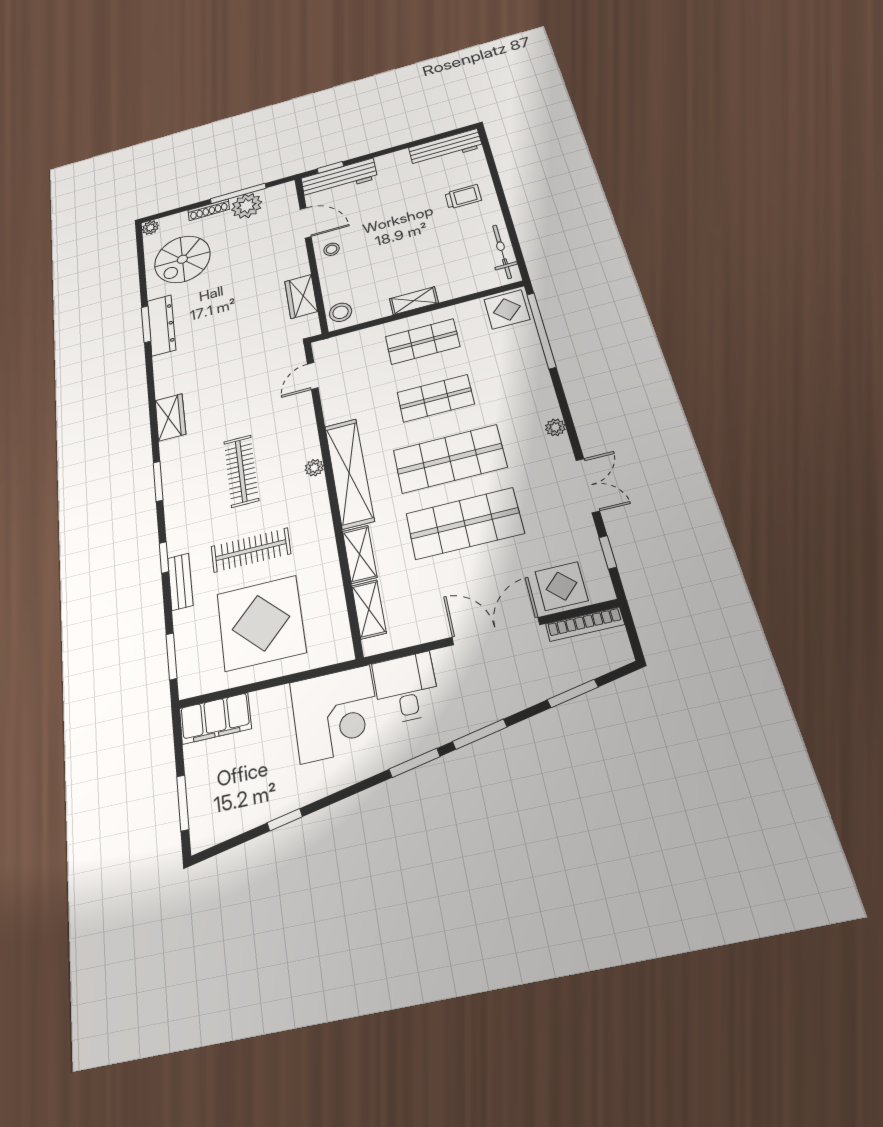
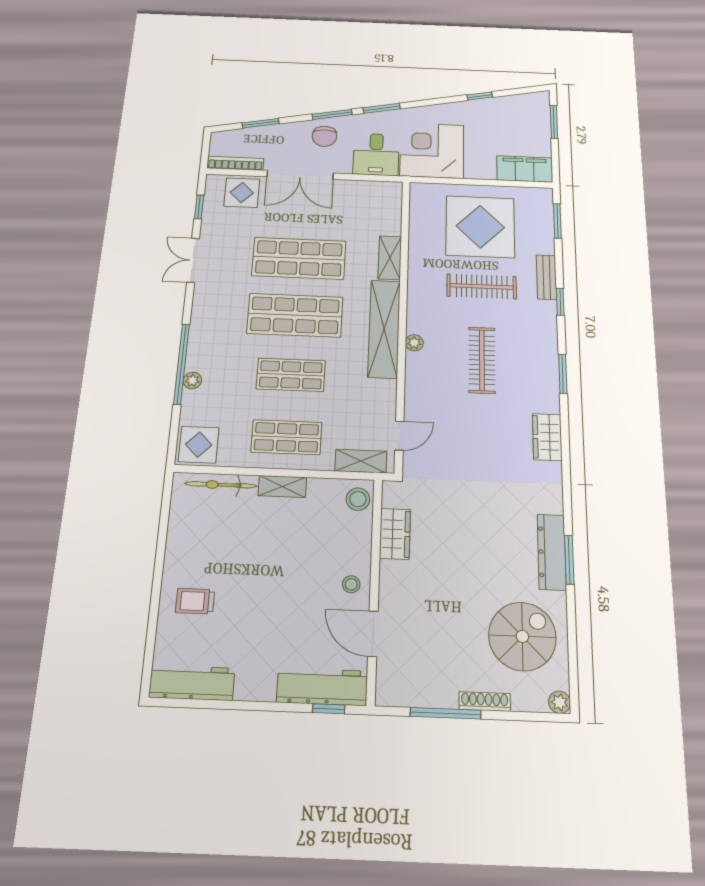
plant: (247, 206) -> (438, 689), removed
bicycle: (502, 252) -> (221, 485), moved, turned 90
window: (541, 330) -> (182, 364), moved
plant: (555, 427) -> (192, 380), moved
shelving: (369, 609) -> (361, 461), moved, turned 90
chair: (480, 697) -> (324, 136), added

